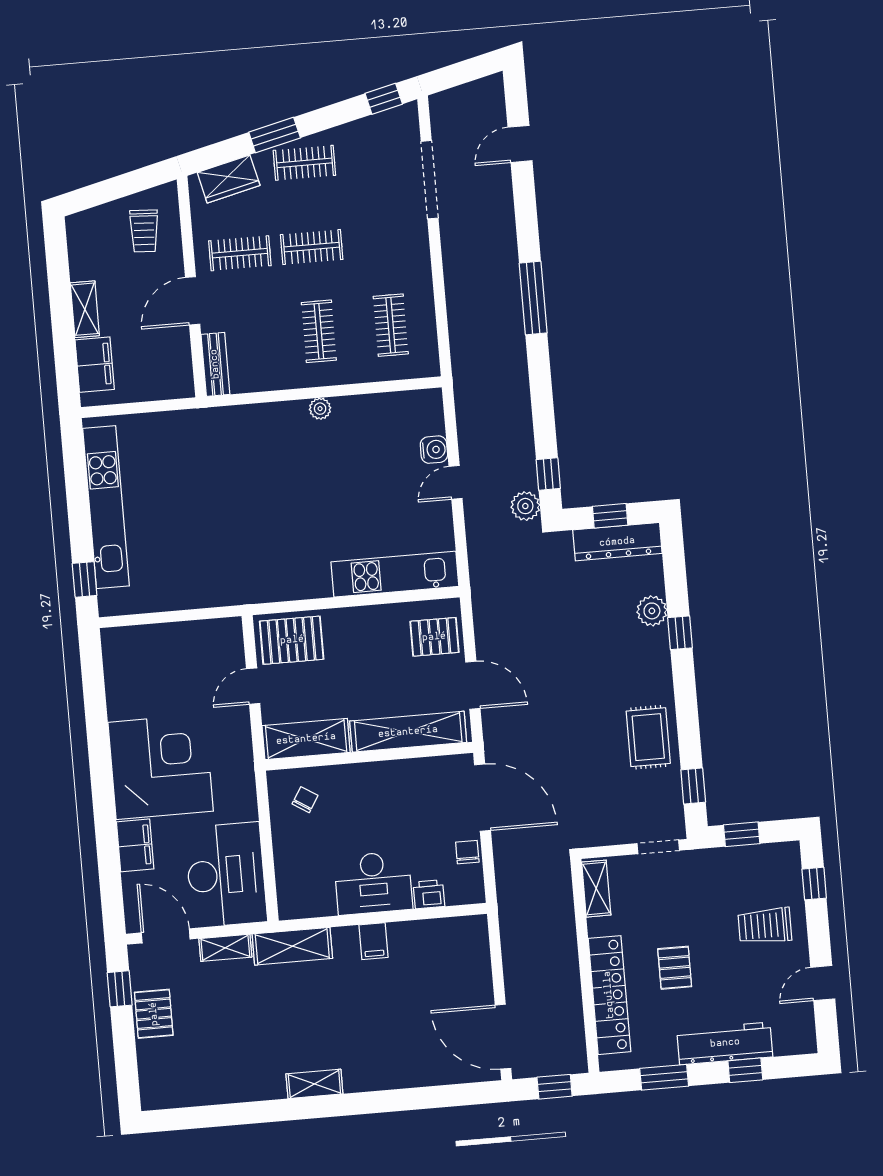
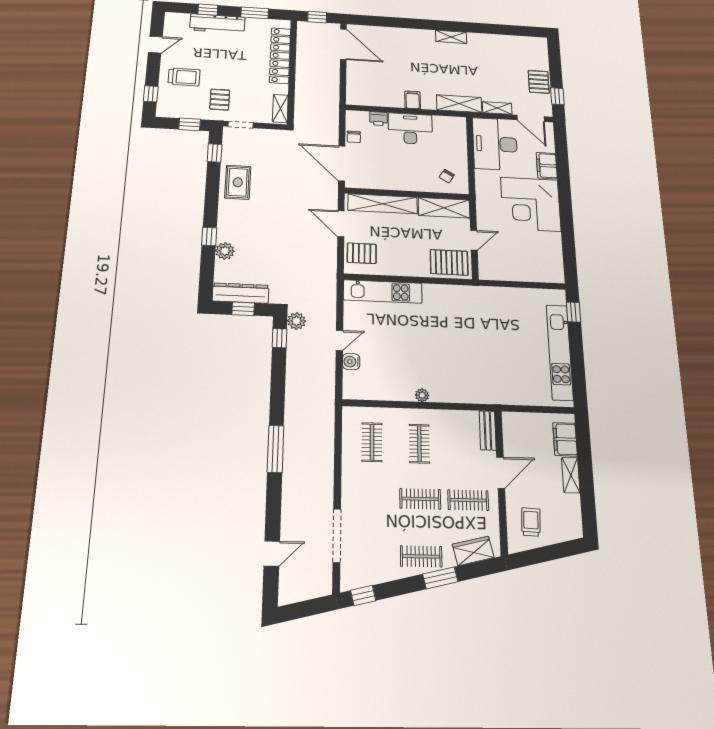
pallet: (675, 968) -> (220, 100), moved

